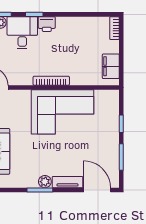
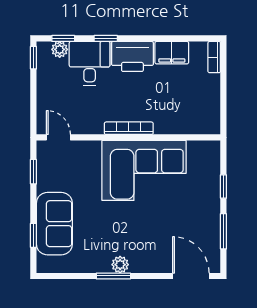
printer: (47, 24) -> (132, 56), width x1.87, depth x1.48
filing cabinet: (111, 66) -> (172, 53), moved, turned -90
tv unit: (67, 182) -> (151, 265), removed

